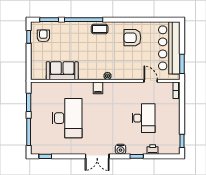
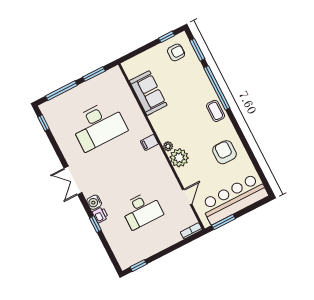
plant: (120, 72) -> (179, 158), added
printer: (153, 149) -> (100, 215), moved

